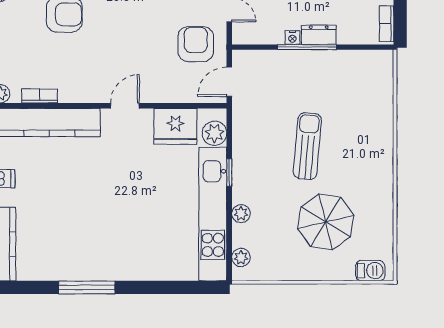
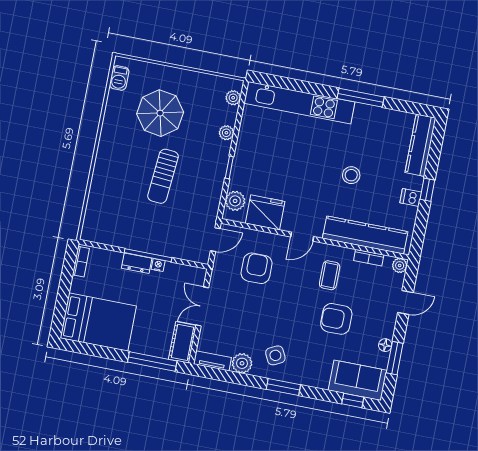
armchair: (196, 44) -> (257, 268), moved, turned 180
coffee table: (83, 66) -> (330, 275), added
stool: (80, 192) -> (351, 175), added
kitchen unit: (213, 214) -> (299, 103), moved, turned 90
barbecue: (370, 271) -> (119, 78), moved, turned -90

